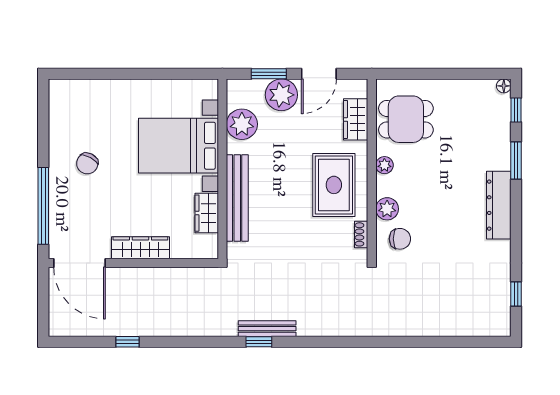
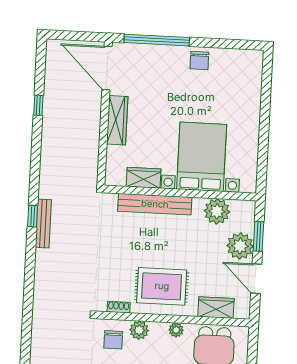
chair: (87, 163) -> (199, 61), moved, turned -118
door: (79, 263) -> (107, 68), hinge flipped

